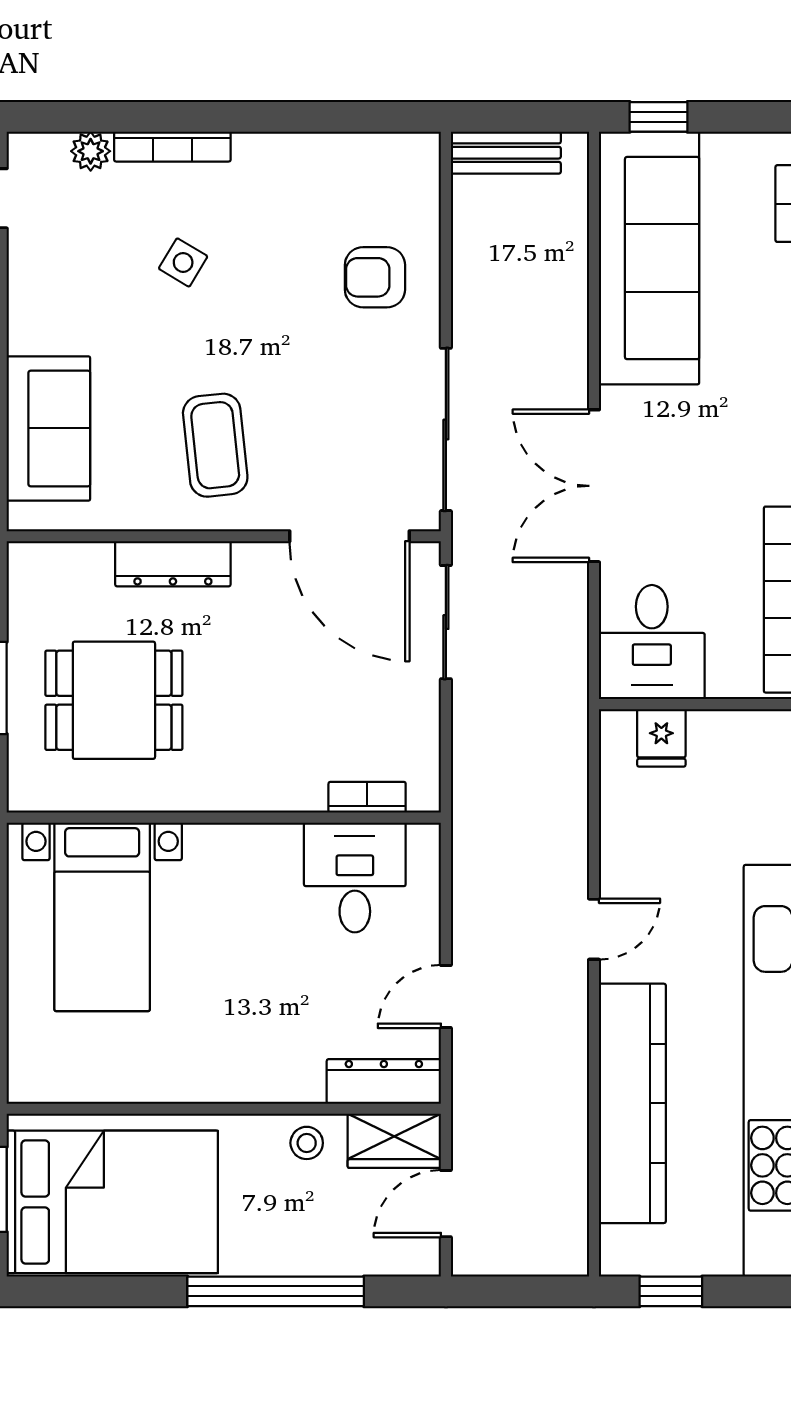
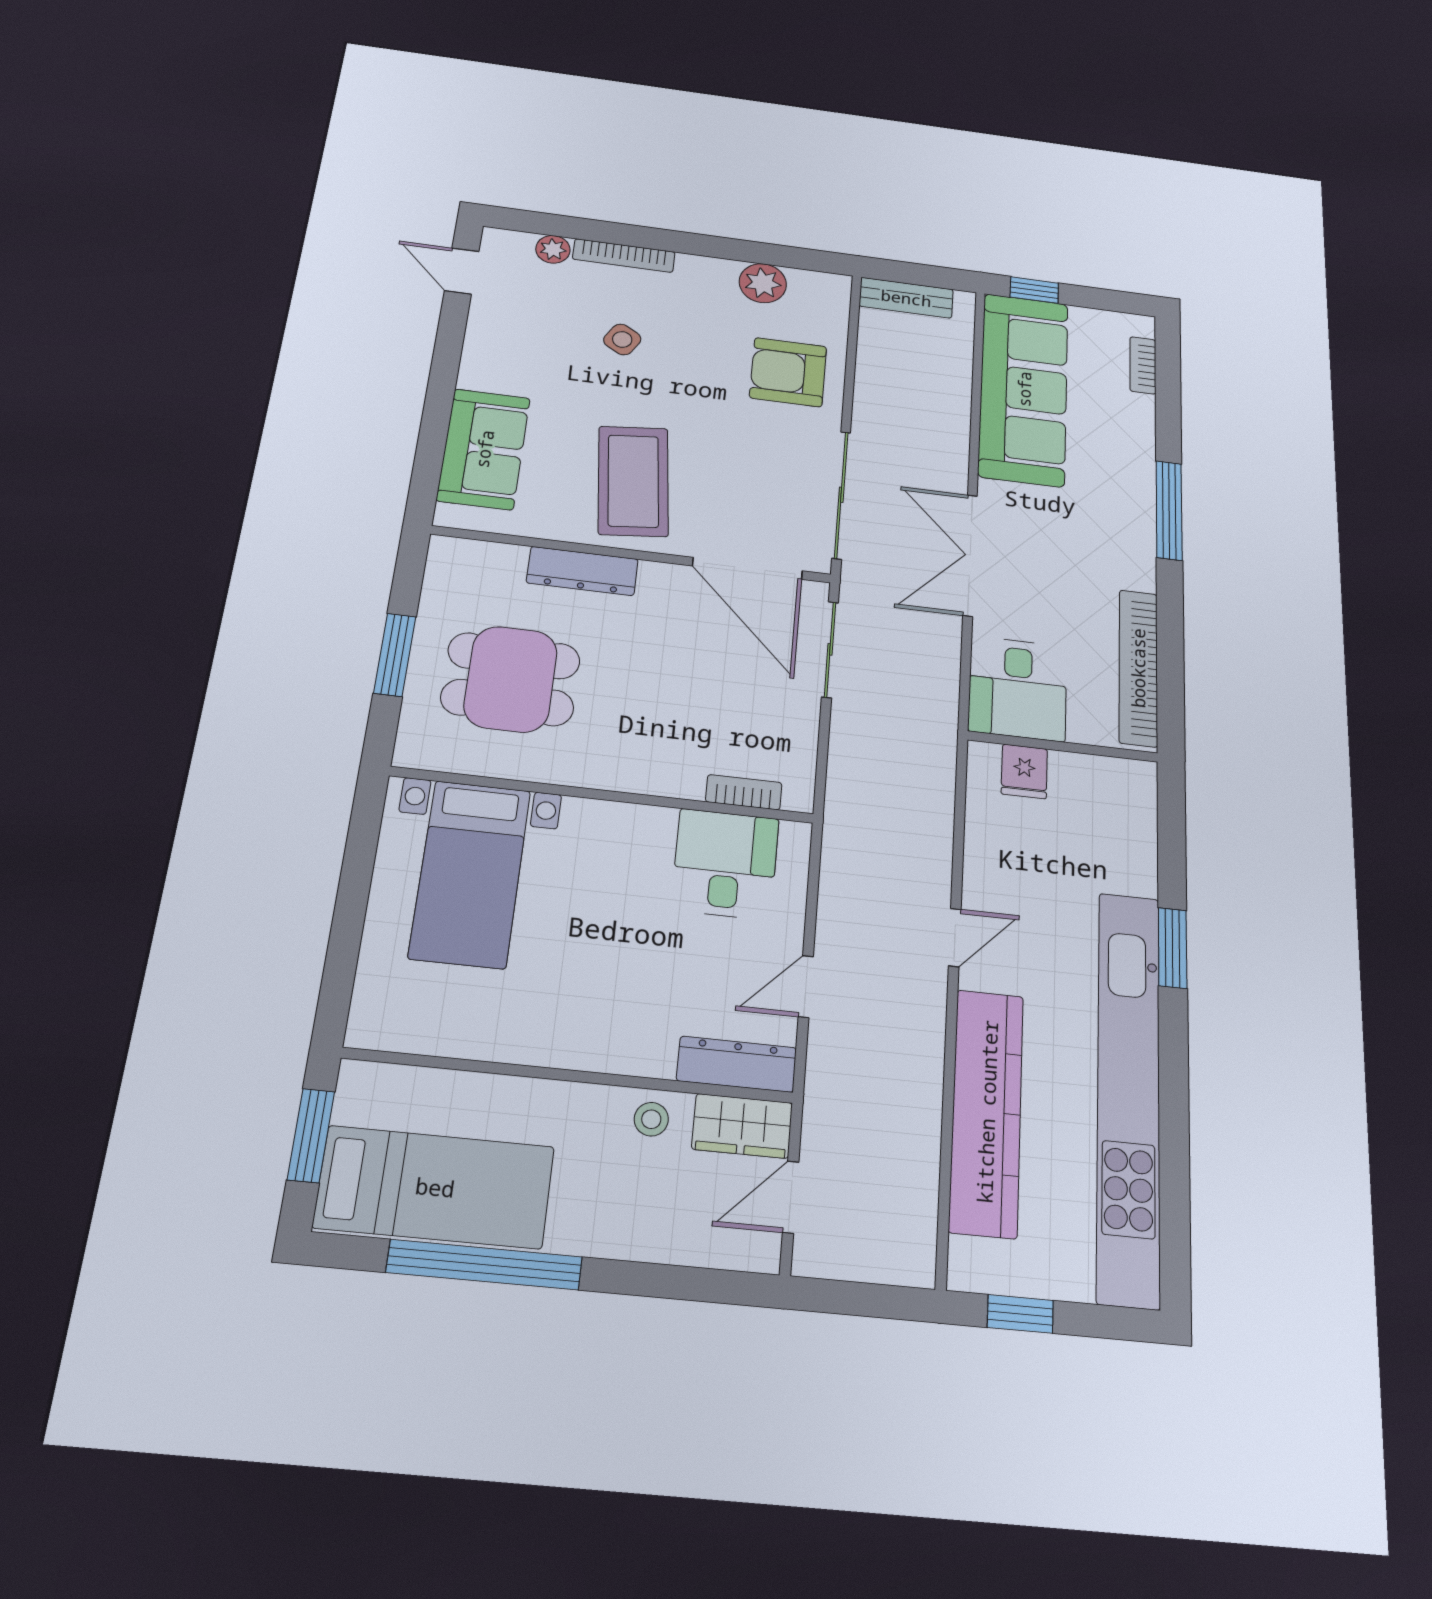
plant: (336, 159) -> (763, 283), added
armchair: (375, 277) -> (788, 372), width x1.38, depth x1.38
coffee table: (215, 445) -> (633, 481), width x1.36, depth x1.32
bed: (112, 1202) -> (435, 1187), width x0.67
window: (276, 1291) -> (484, 1265), moved

